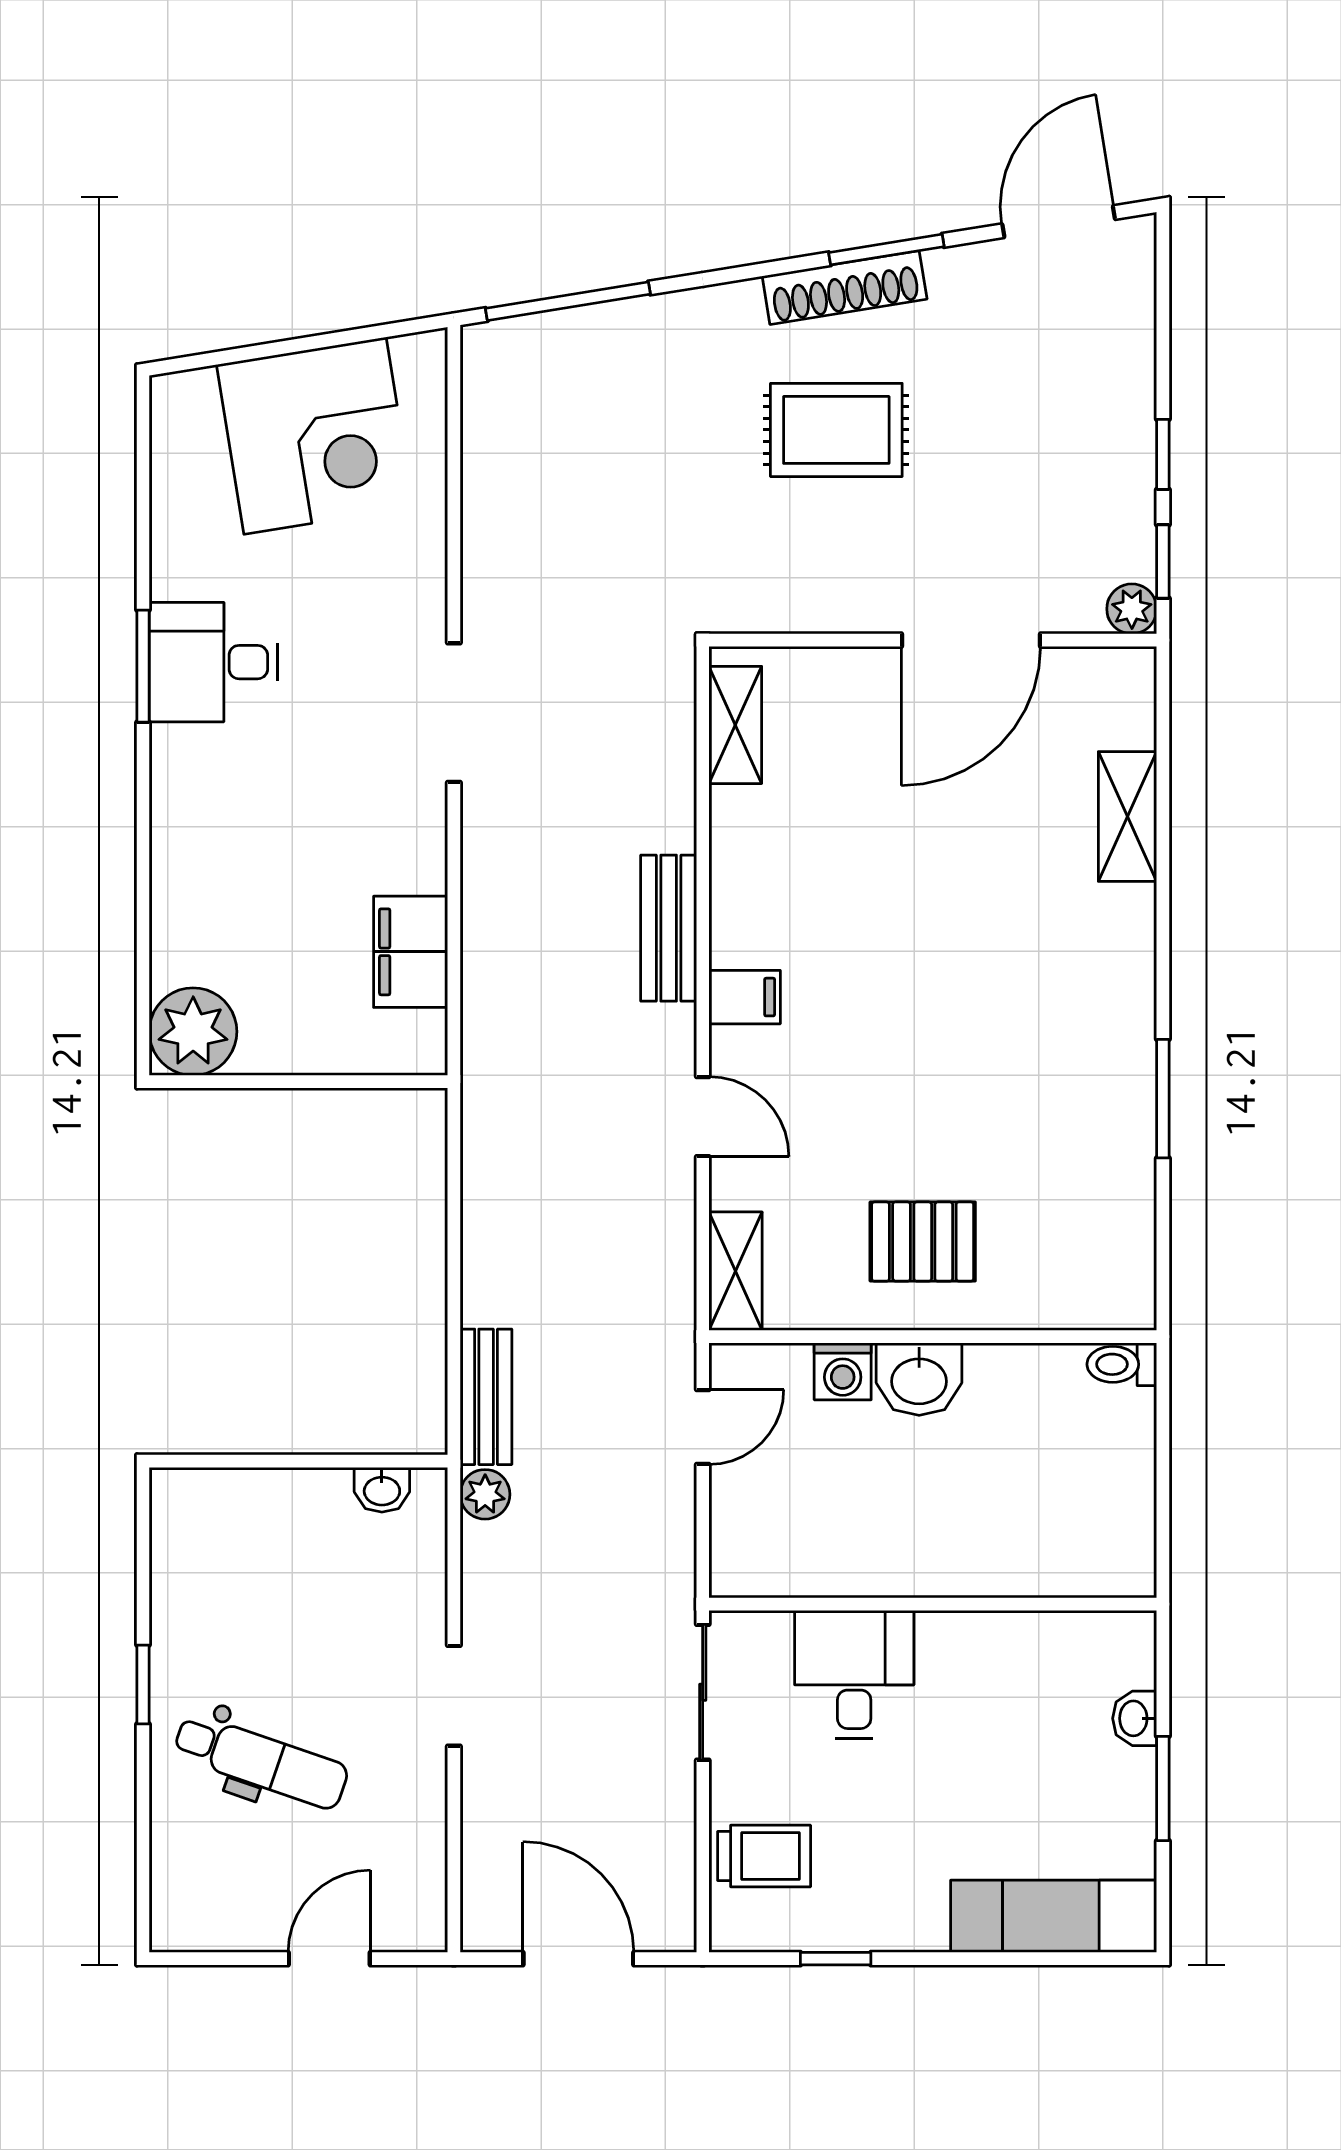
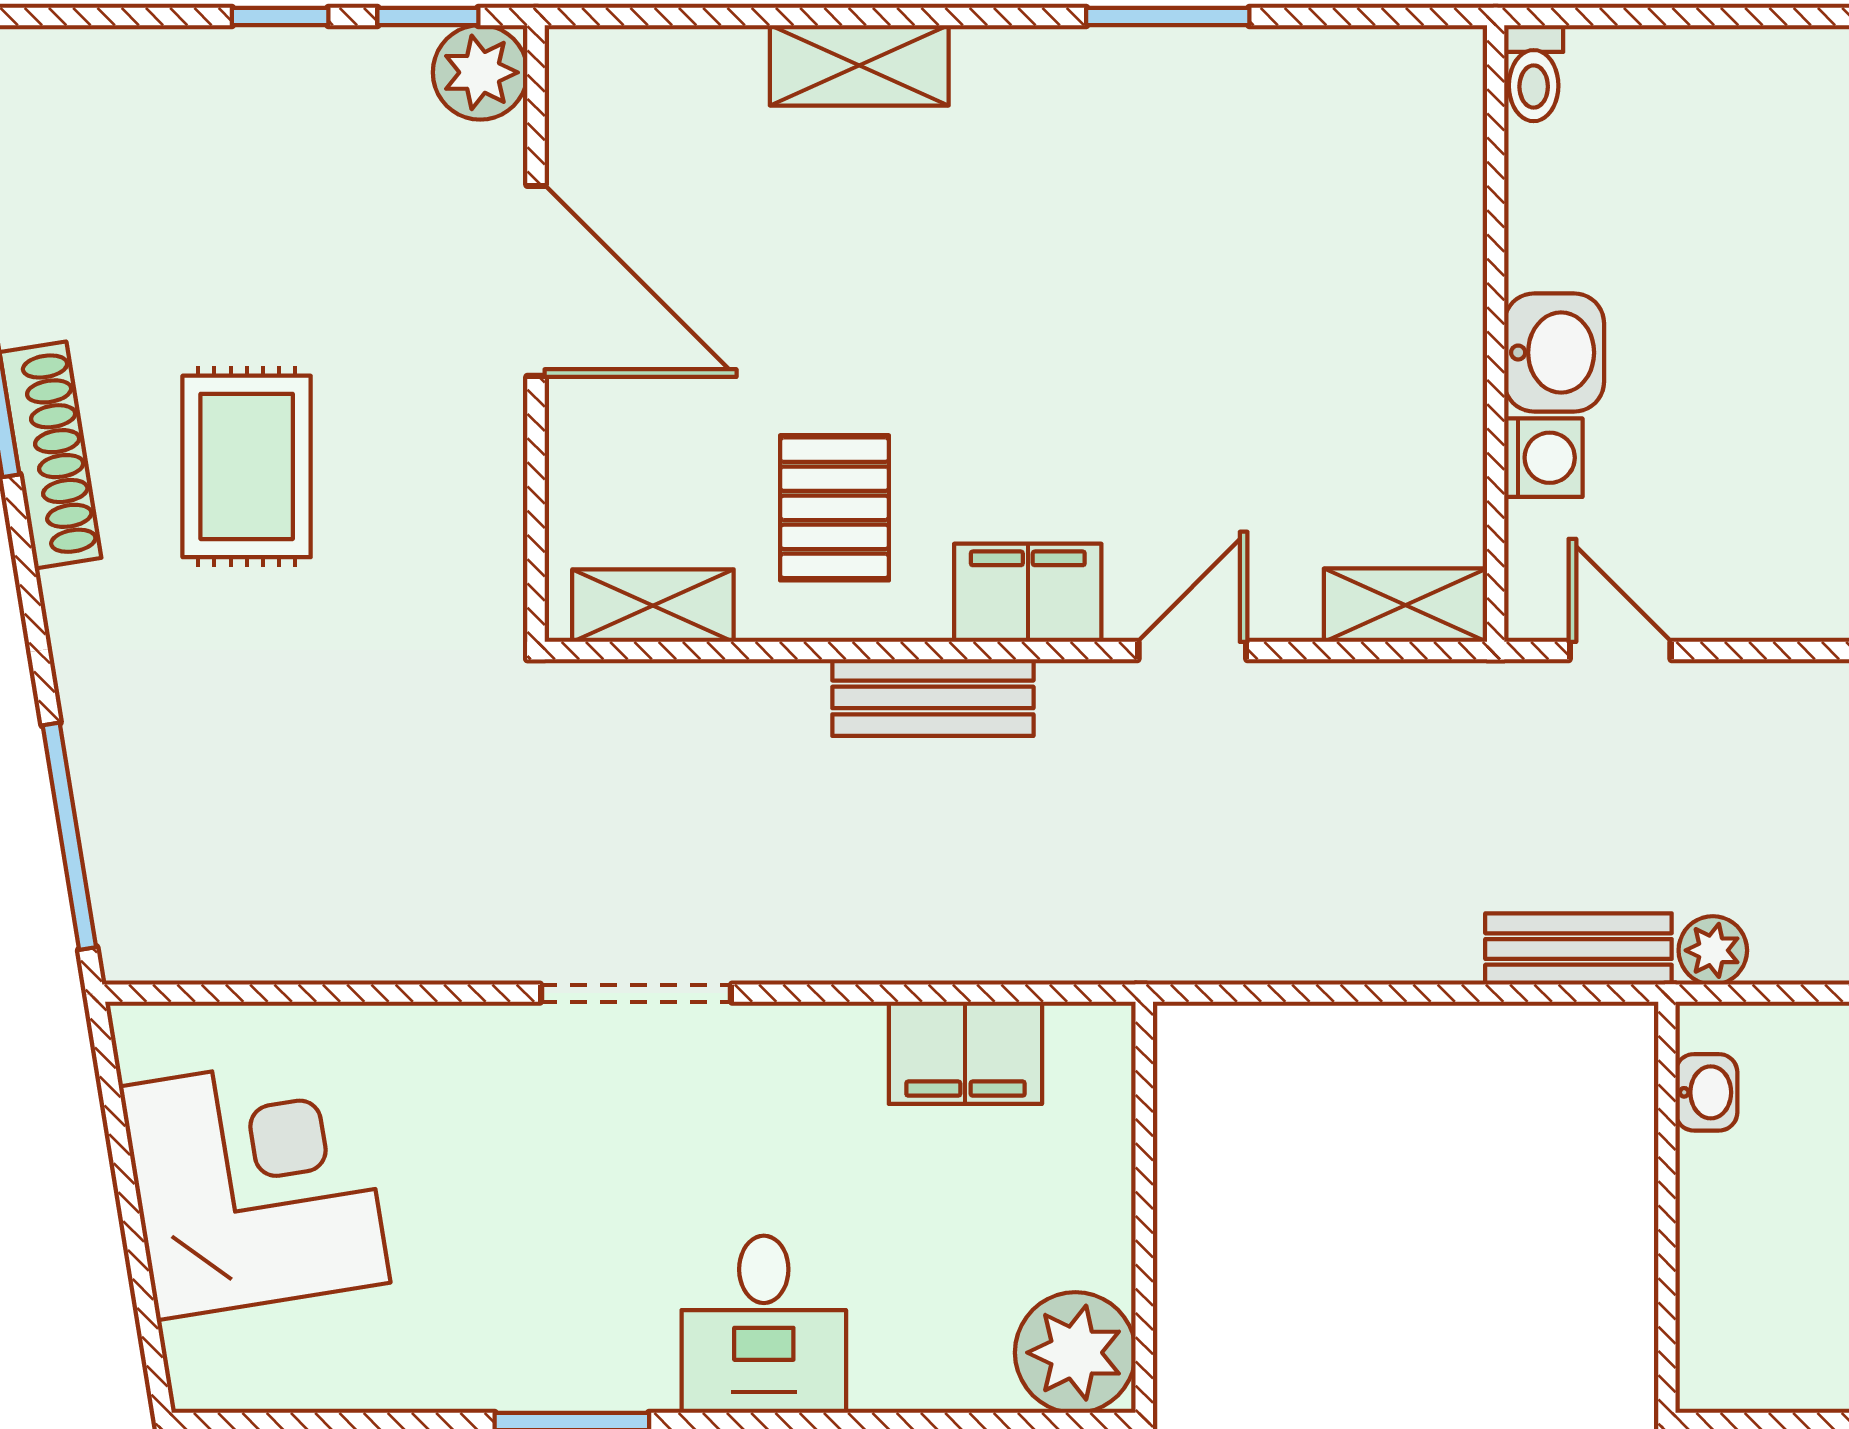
plant: (1132, 609) -> (480, 72), width x1.38, depth x1.38
desk: (214, 662) -> (764, 1324), moved
shelving: (1128, 817) -> (859, 65), moved
filing cabinet: (745, 997) -> (1028, 593), width x2.00
pallet: (923, 1242) -> (834, 508), moved

